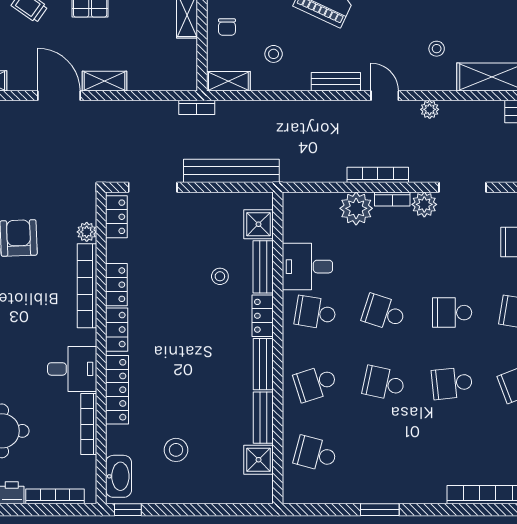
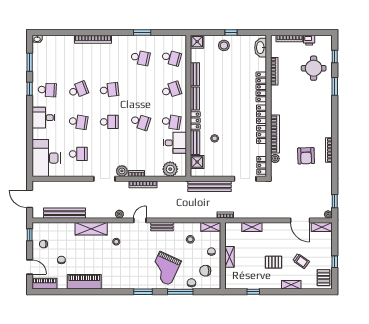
shelving: (104, 81) -> (252, 227), moved
door: (59, 96) -> (300, 220), moved
door: (385, 96) -> (140, 220), swing flipped
plant: (356, 208) -> (170, 169), moved
desk: (72, 369) -> (282, 96), removed
school desk: (384, 383) -> (140, 58), moved
stool: (176, 450) -> (224, 45), moved
shower: (259, 460) -> (197, 42), moved
window: (128, 510) -> (231, 32), moved

